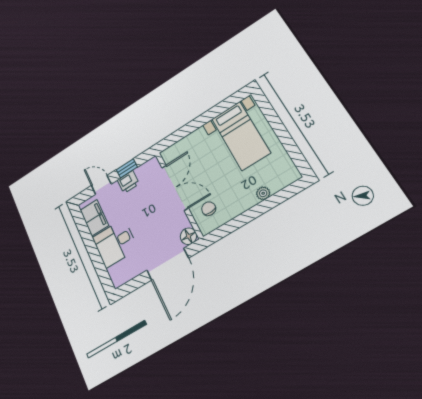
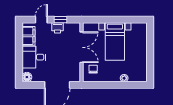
bed with nightstands: (241, 136) -> (115, 42), moved
door: (101, 185) -> (41, 20), hinge flipped
floor lamp: (188, 236) -> (27, 77), moved

